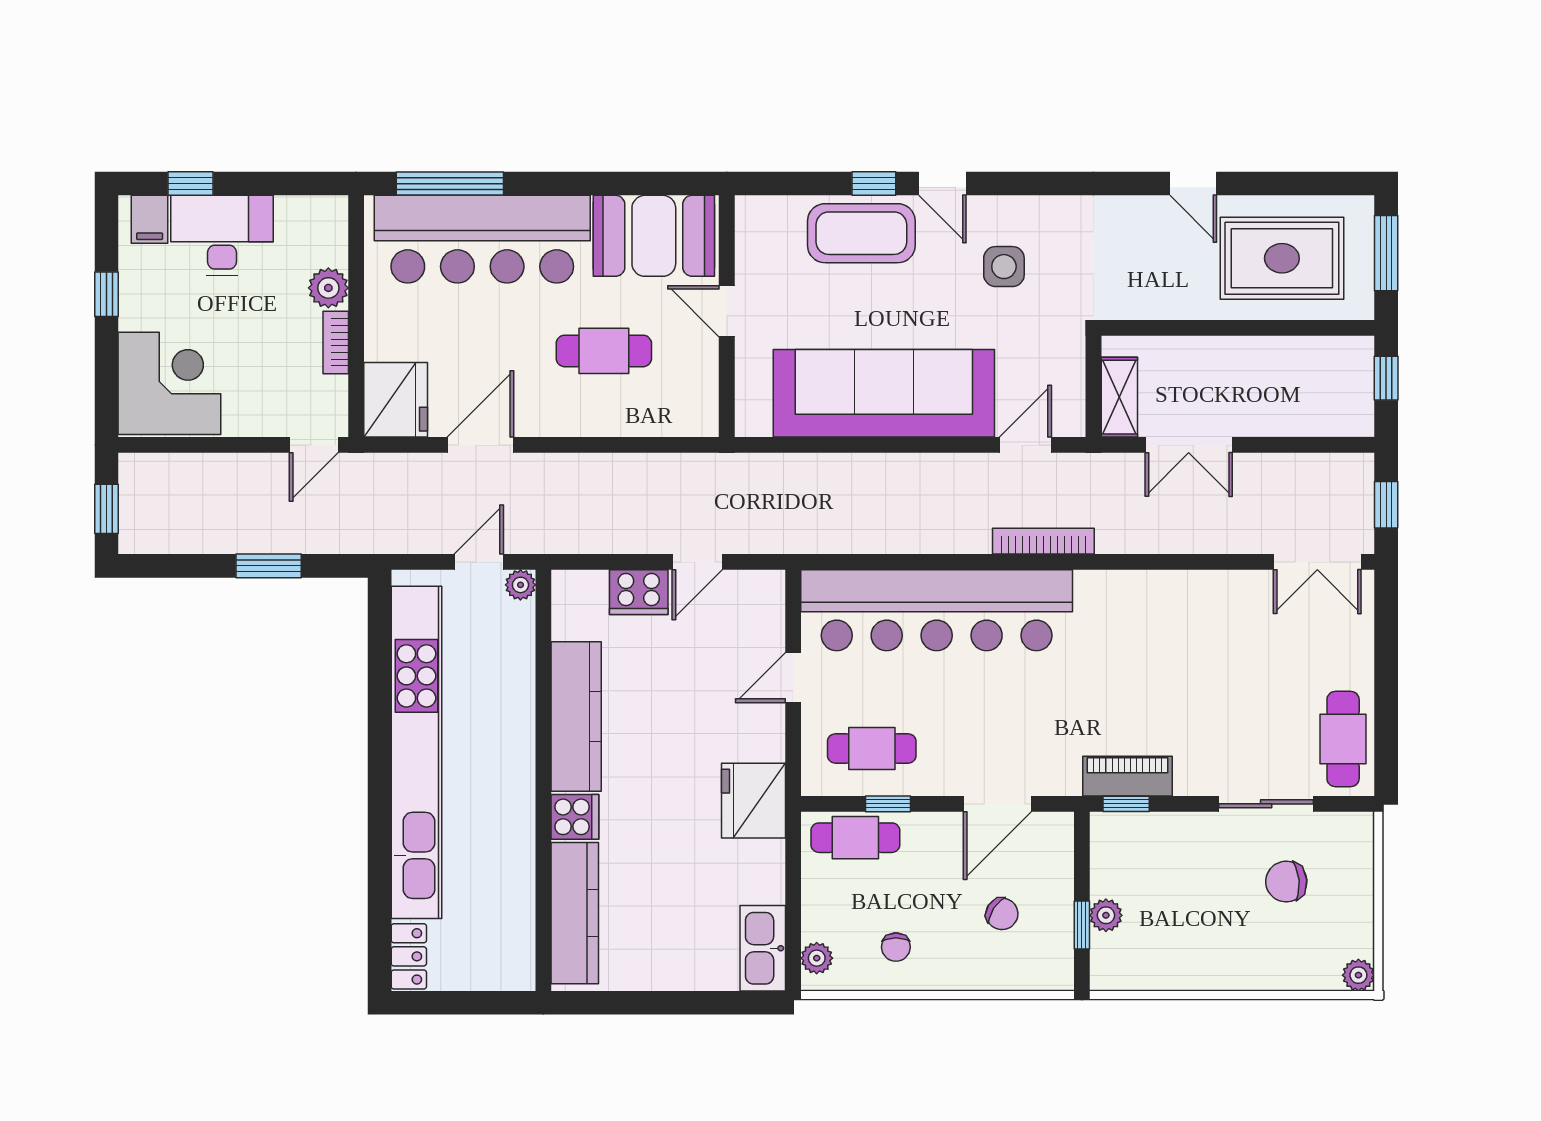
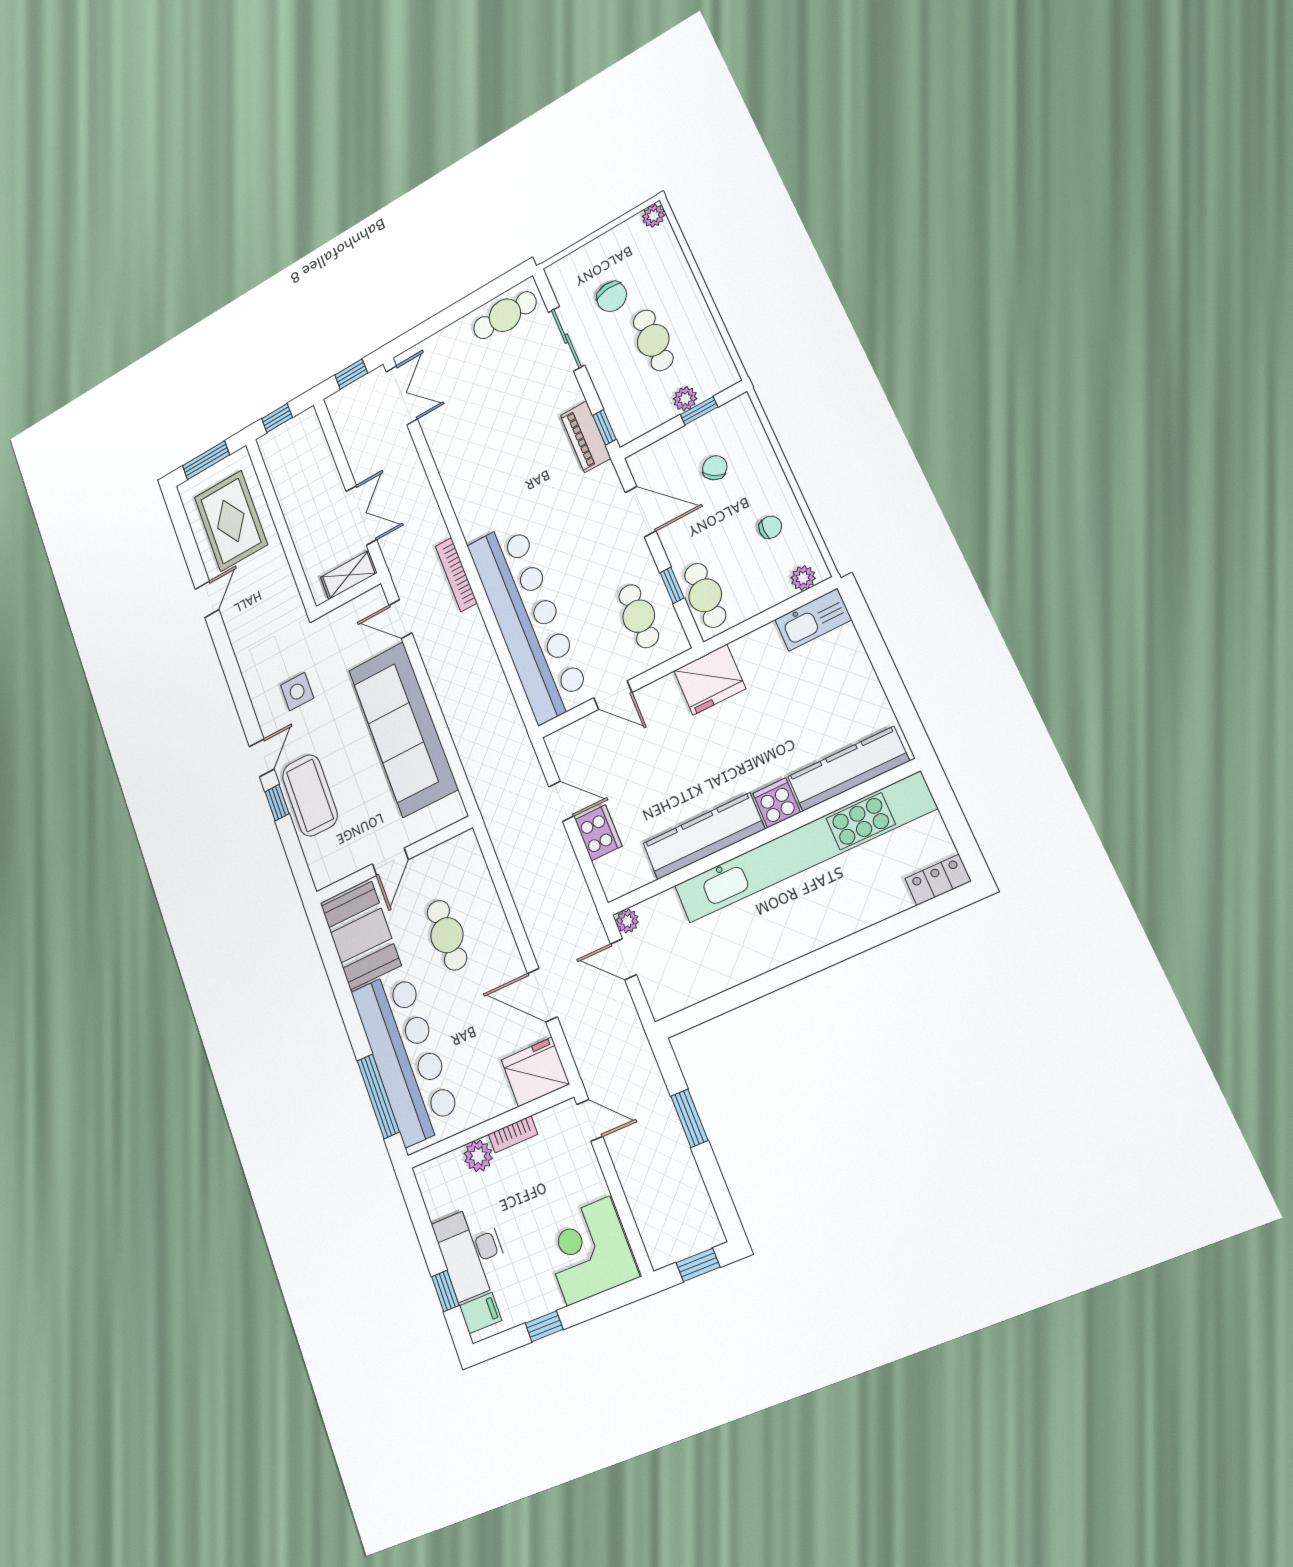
kitchen unit: (416, 752) -> (803, 848), moved, turned 180
cafe table: (1201, 908) -> (653, 340), added

